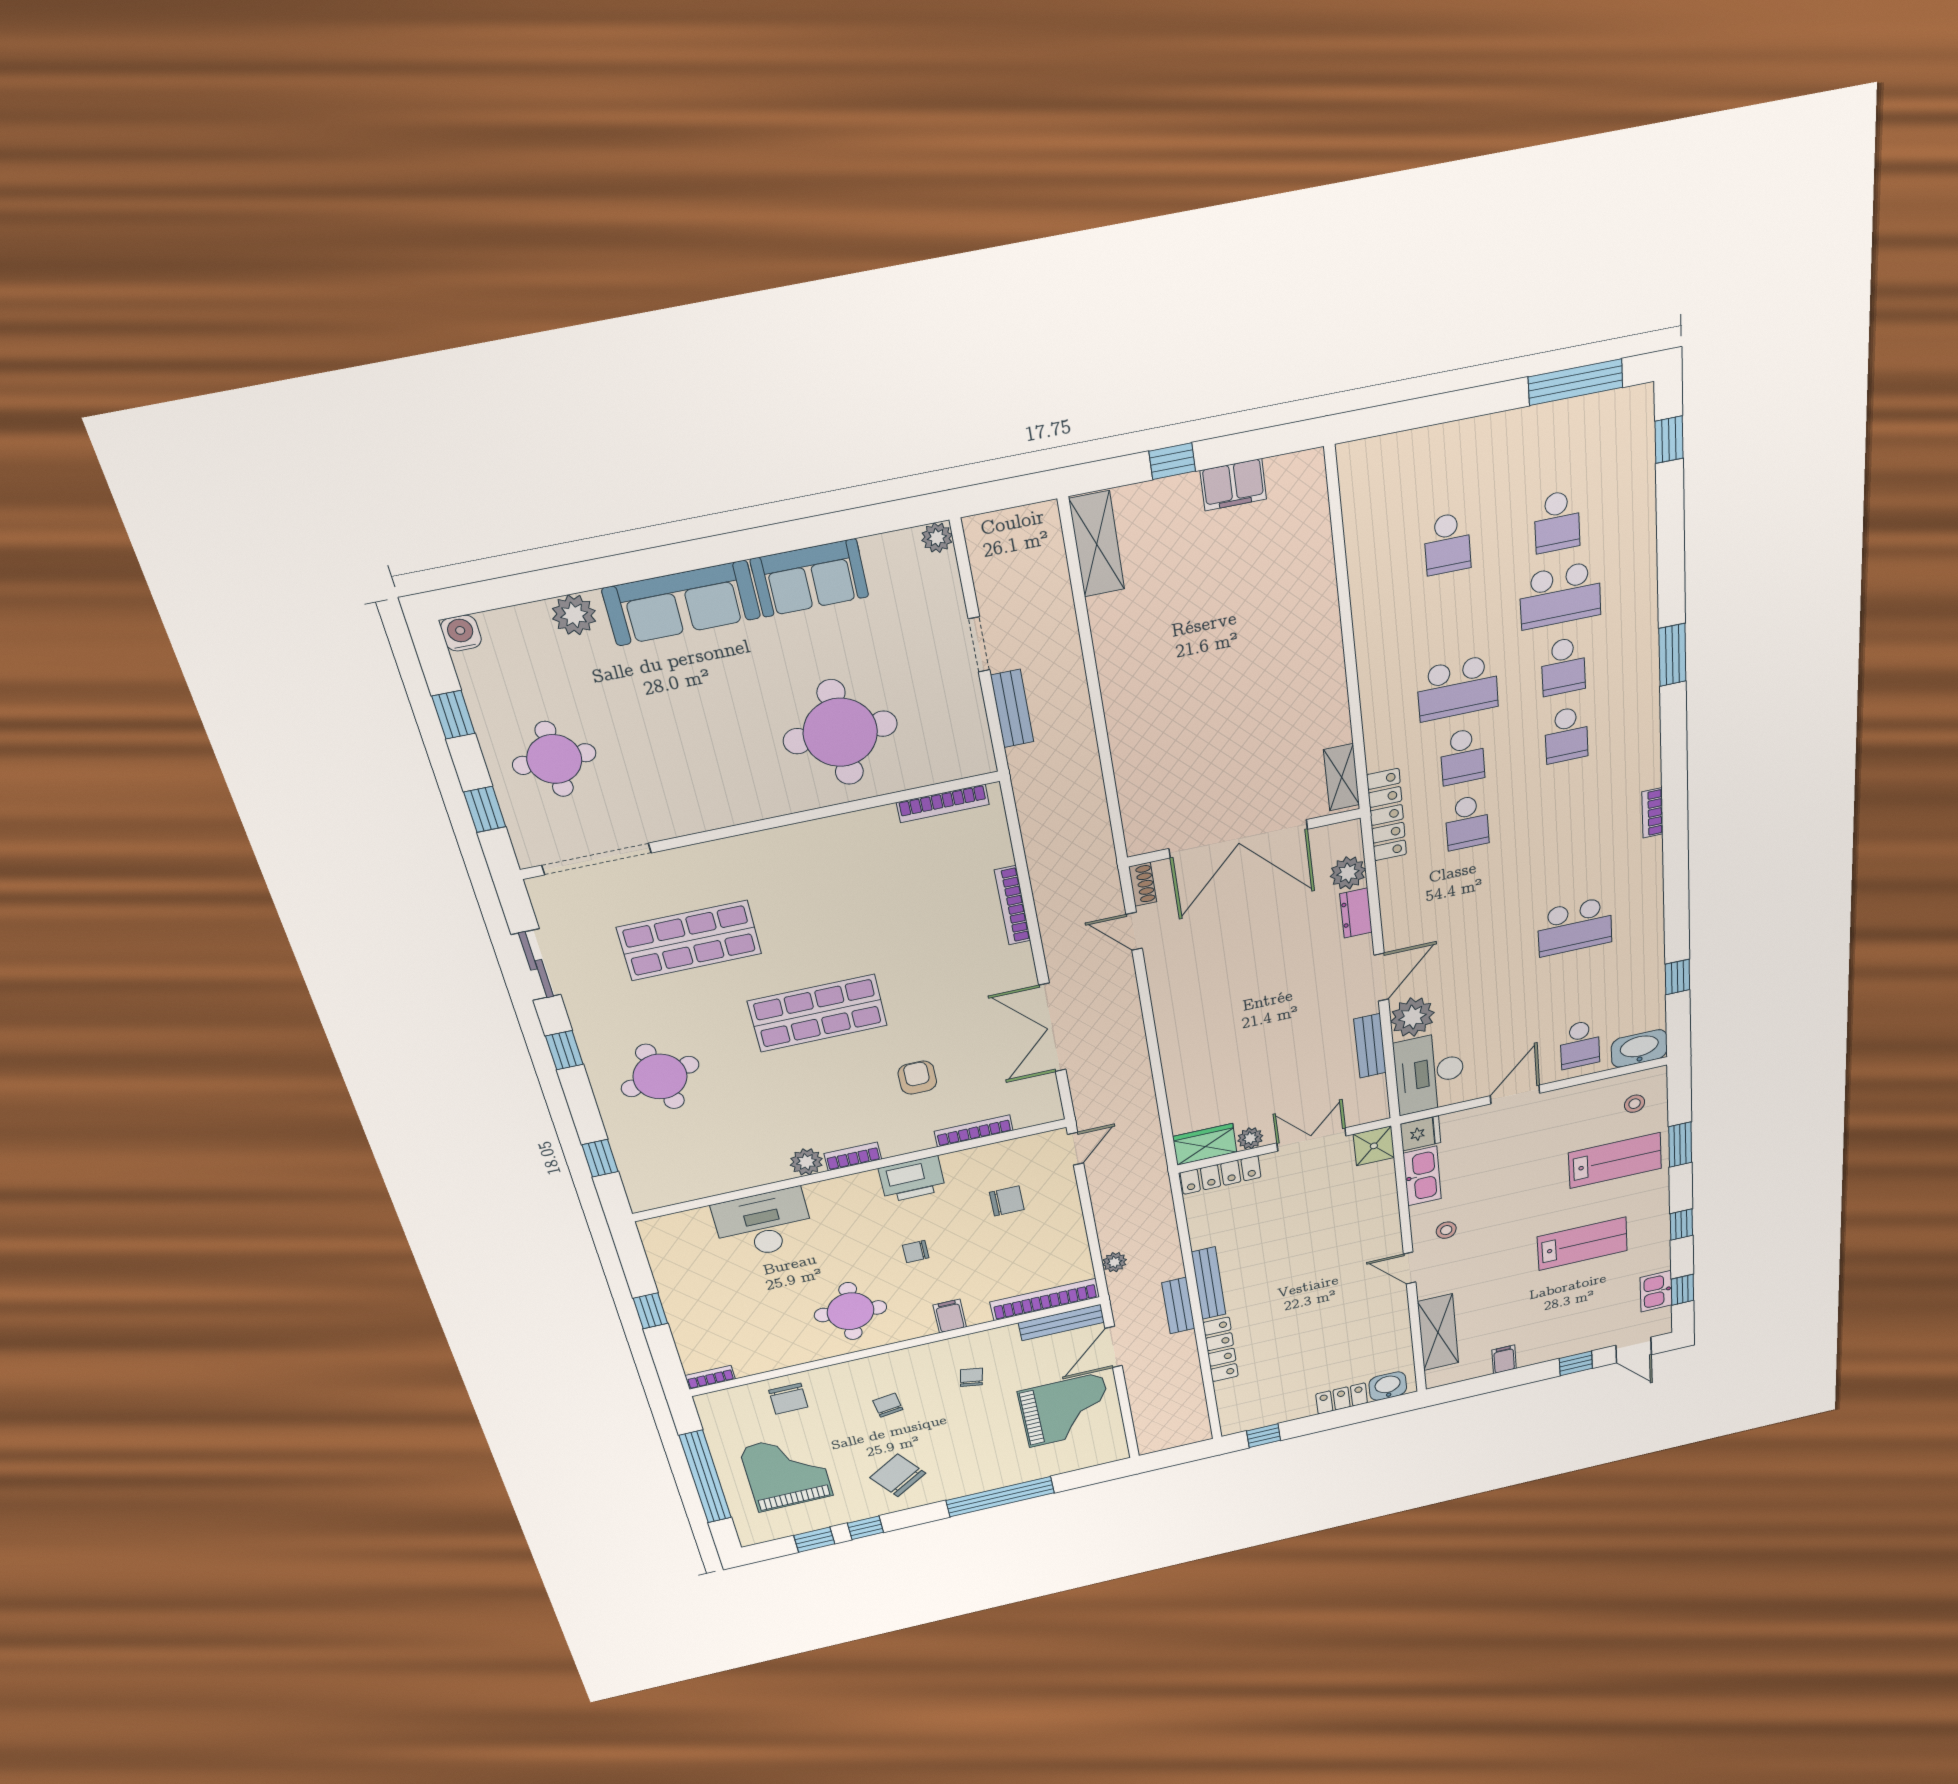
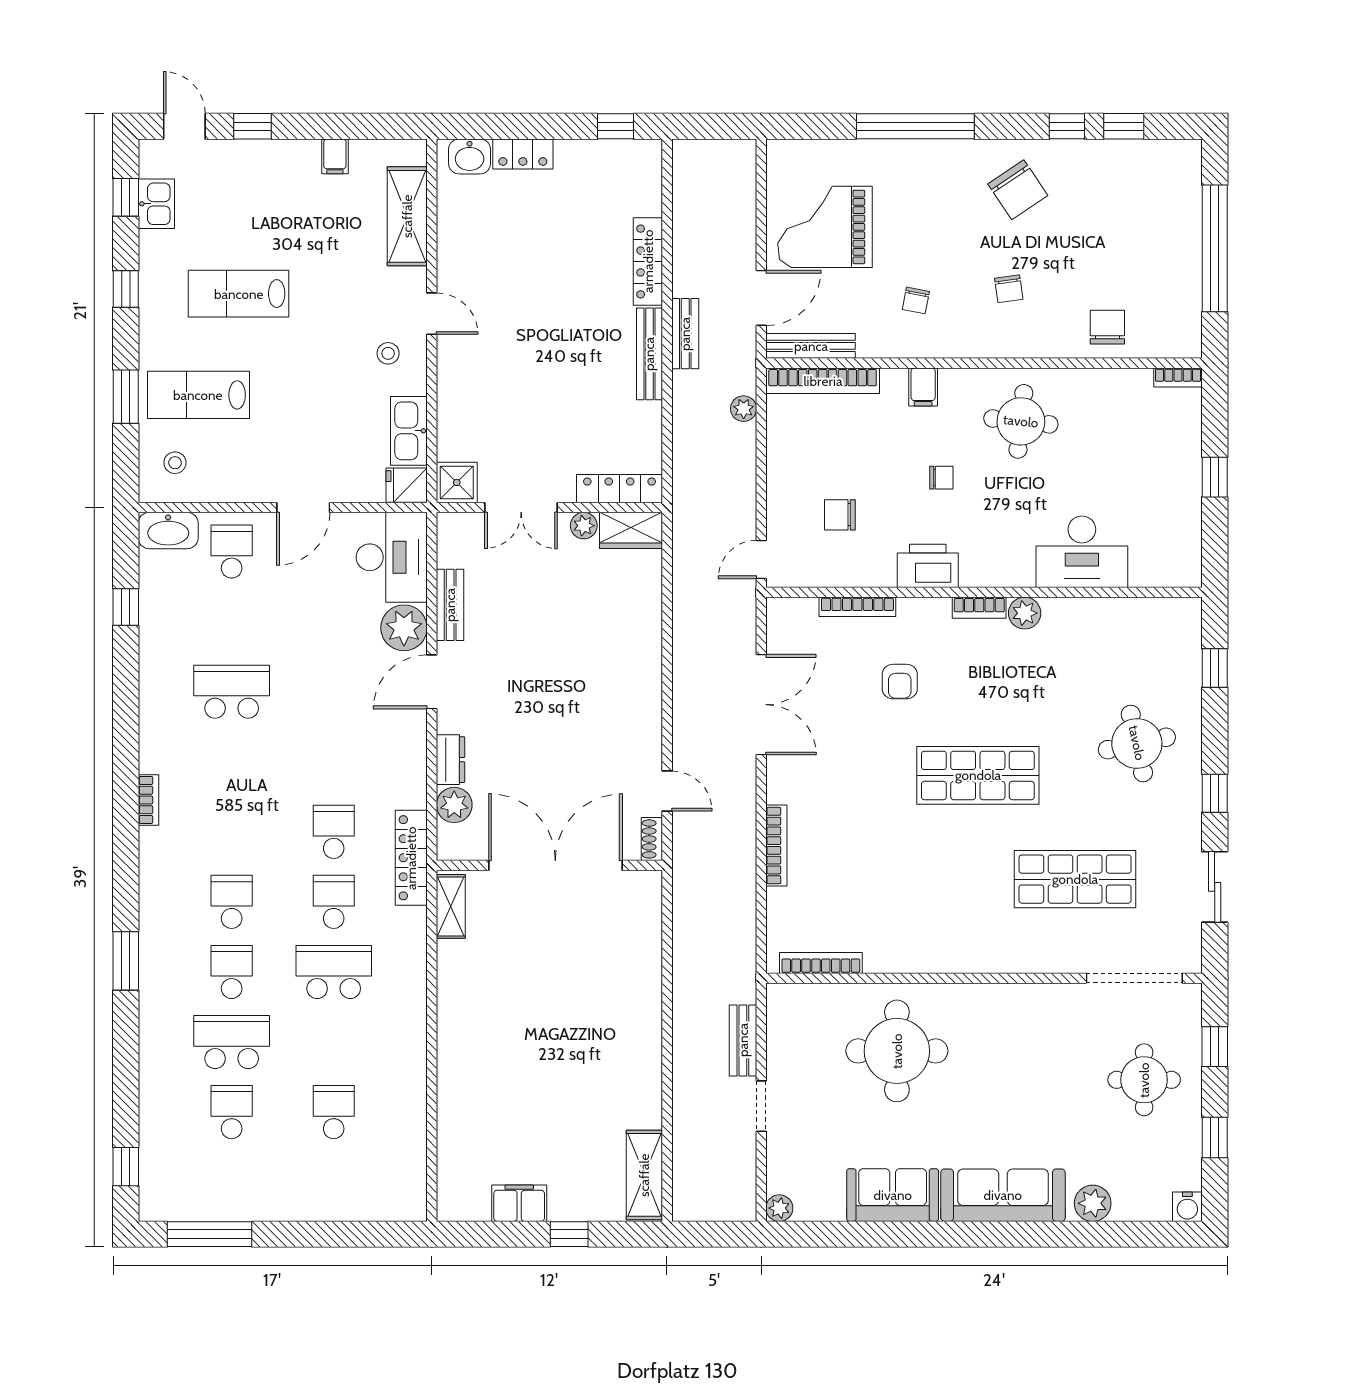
grand piano: (786, 1472) -> (1131, 230), removed

